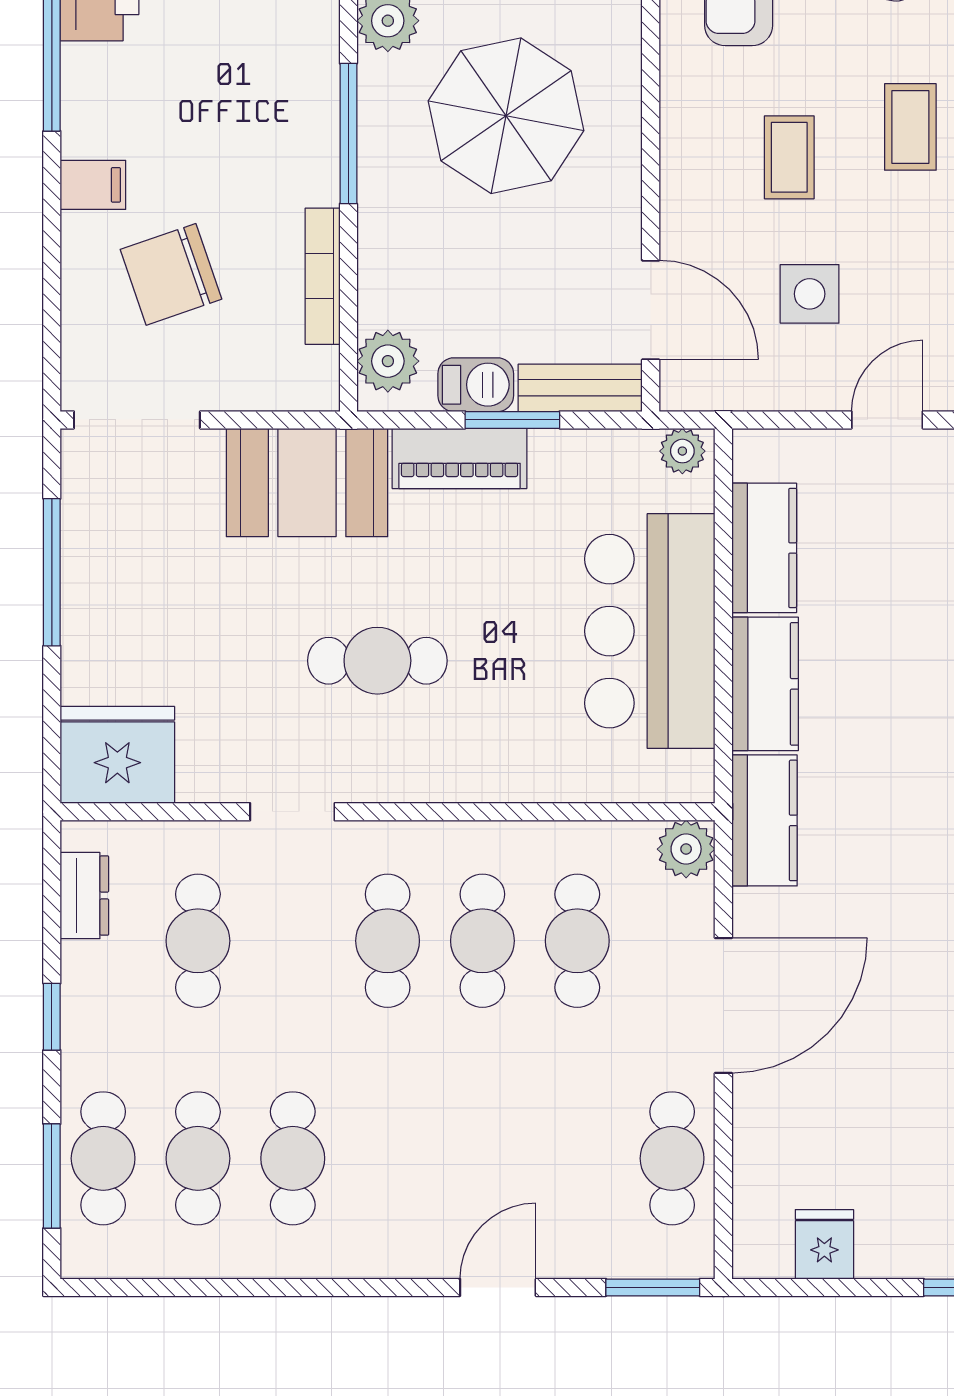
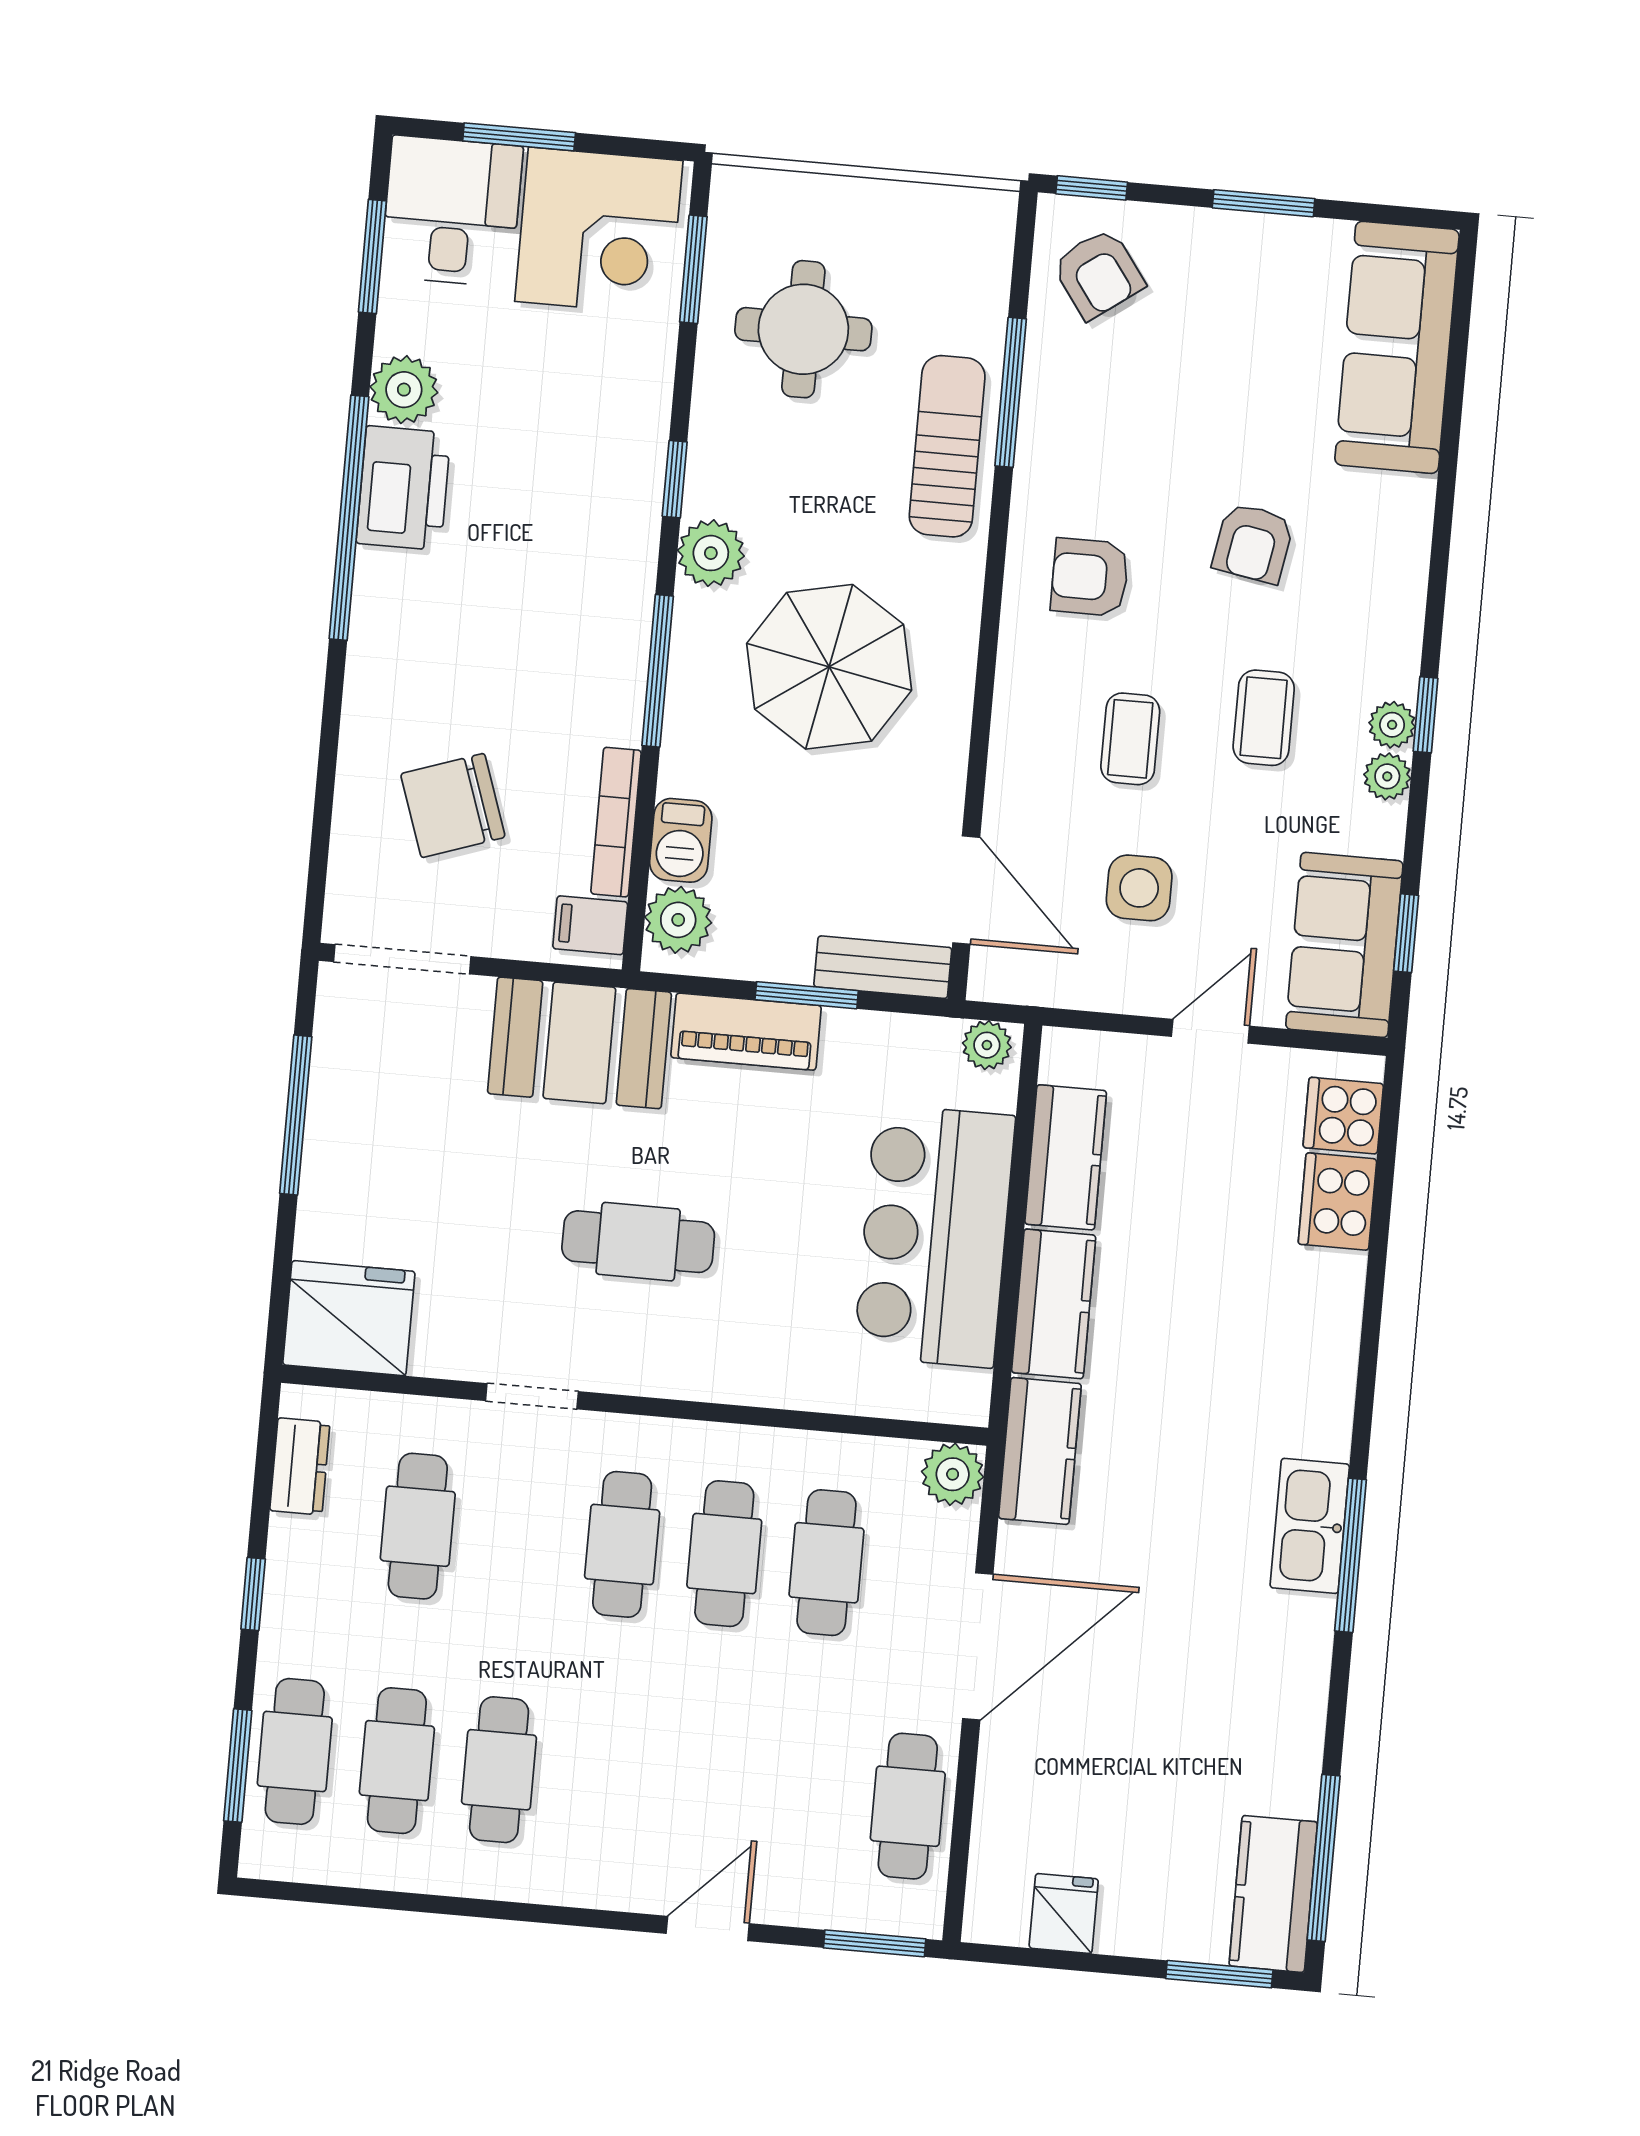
filing cabinet: (93, 185) -> (590, 925), moved, turned 180
barbecue: (476, 385) -> (681, 840), moved, turned 90

